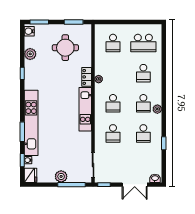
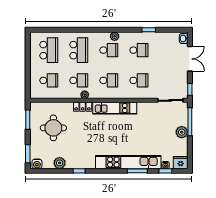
school desk: (113, 73) -> (79, 80), added
school desk: (143, 73) -> (79, 50), width x1.85

